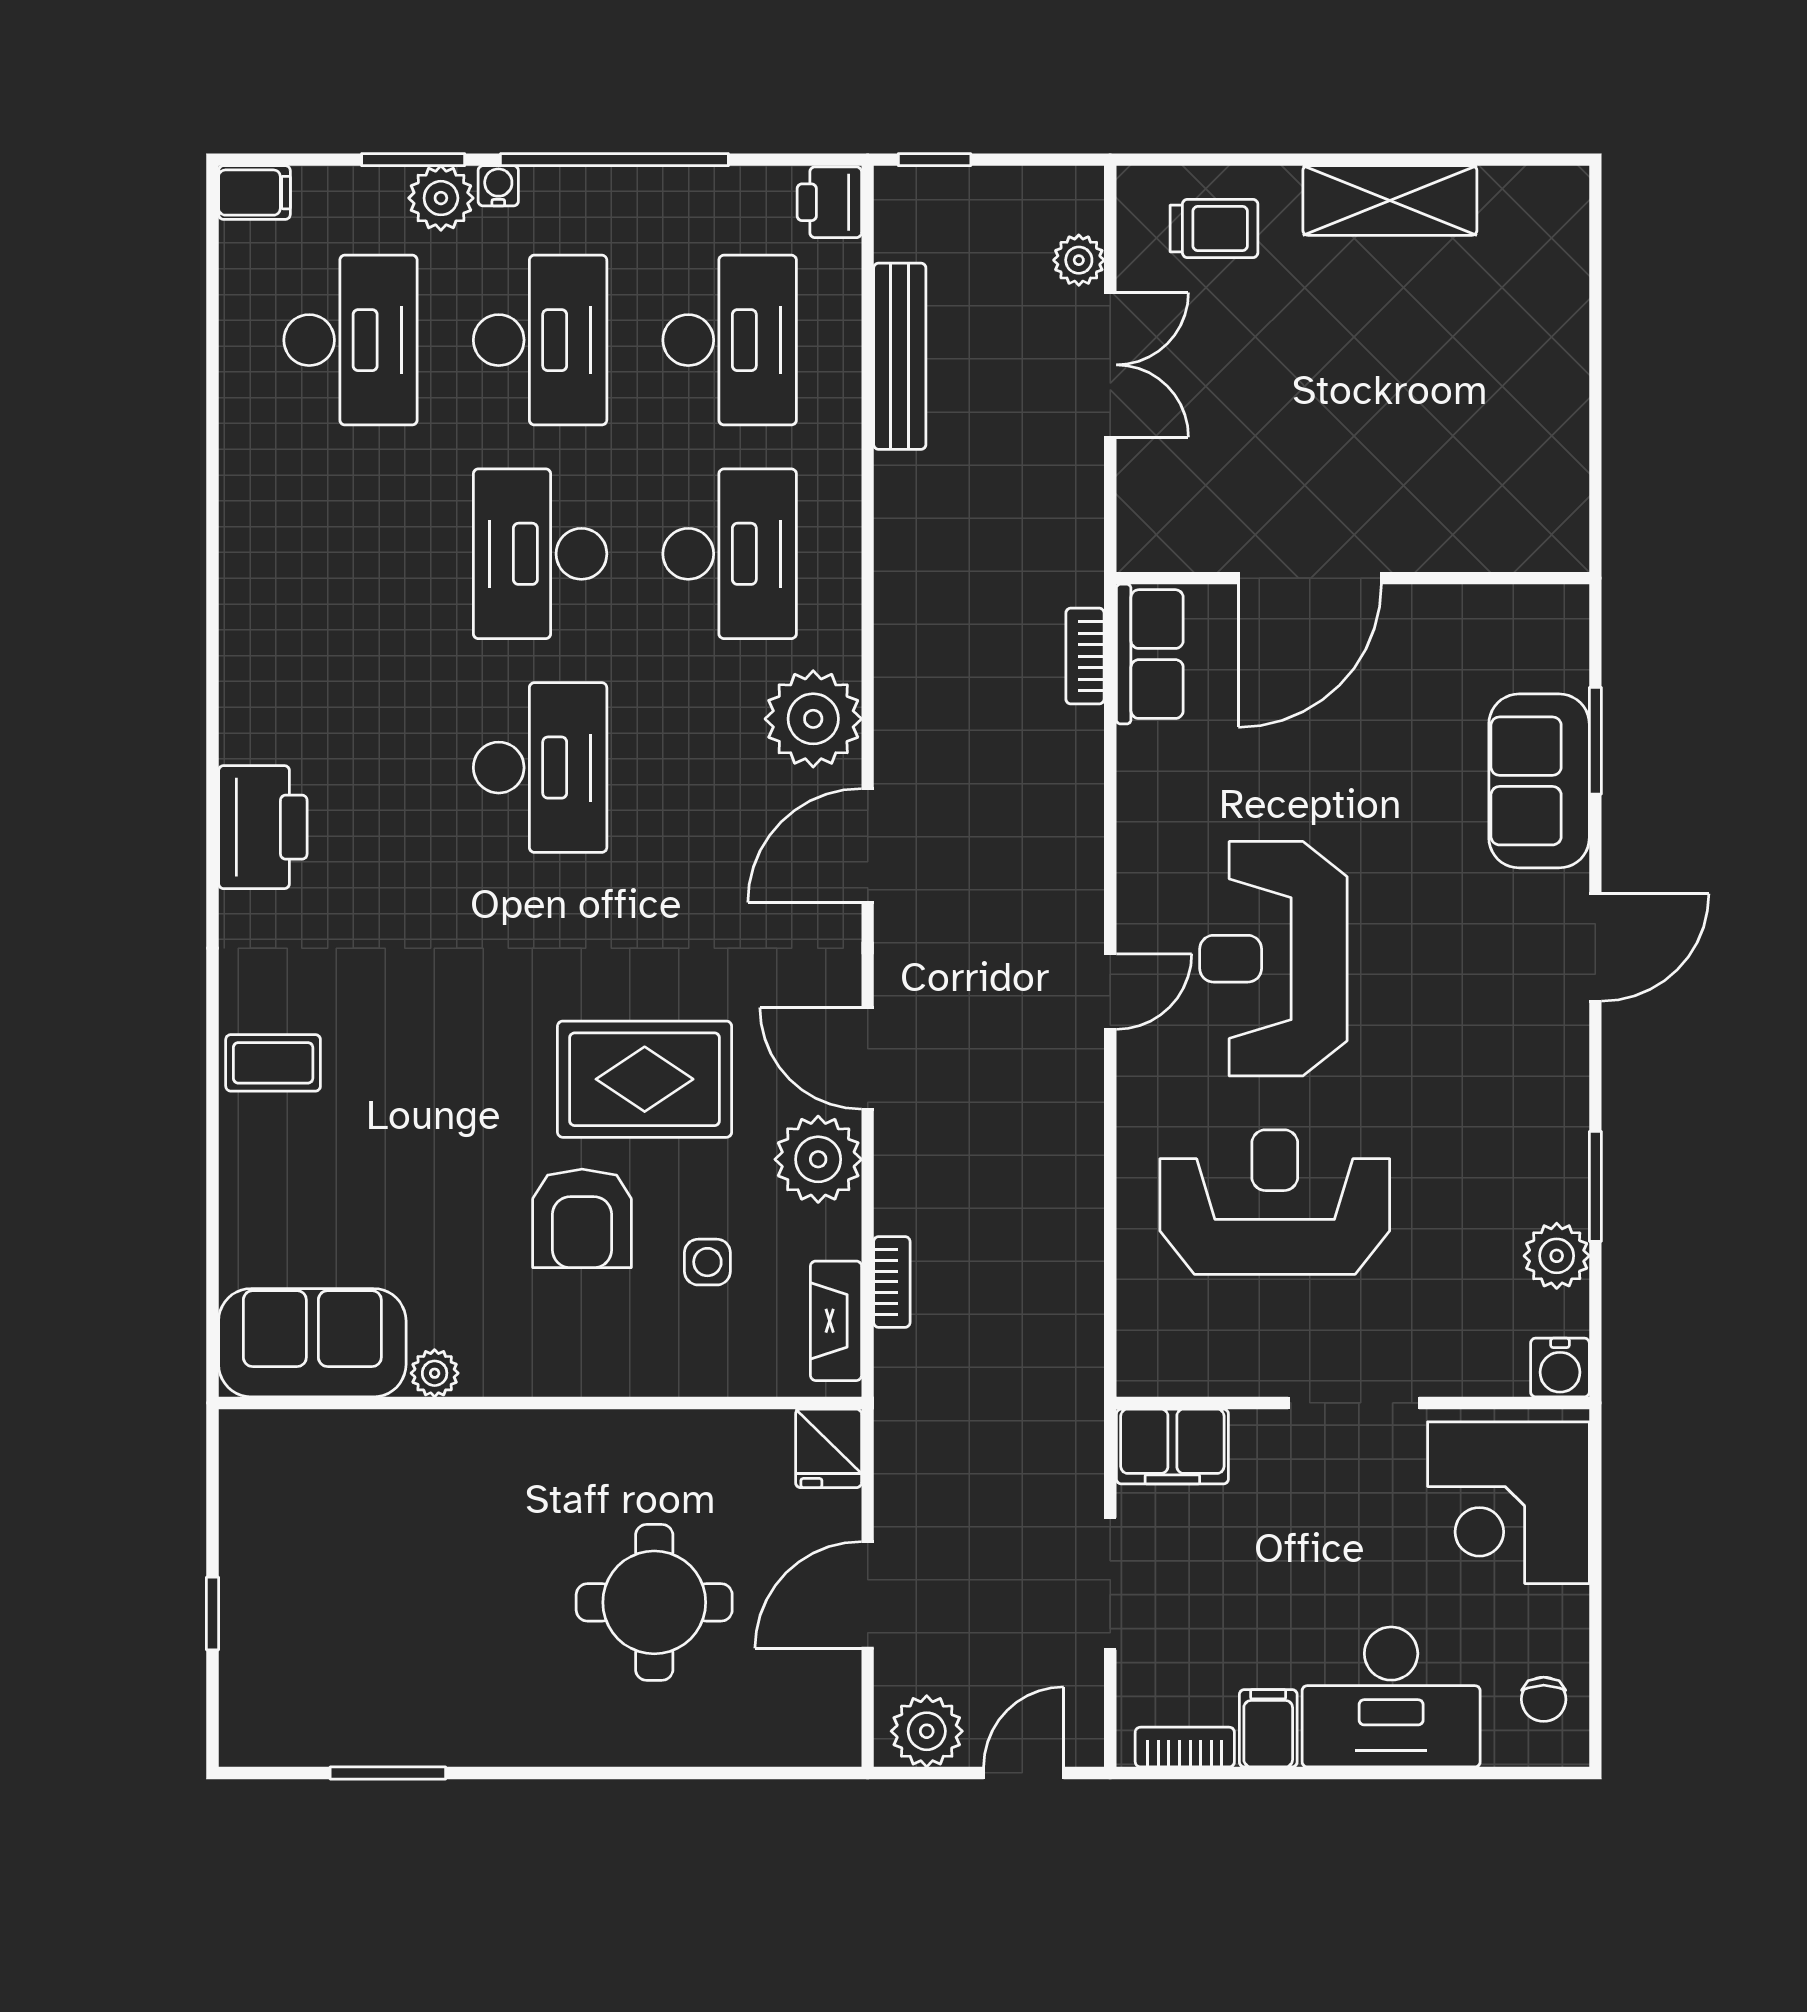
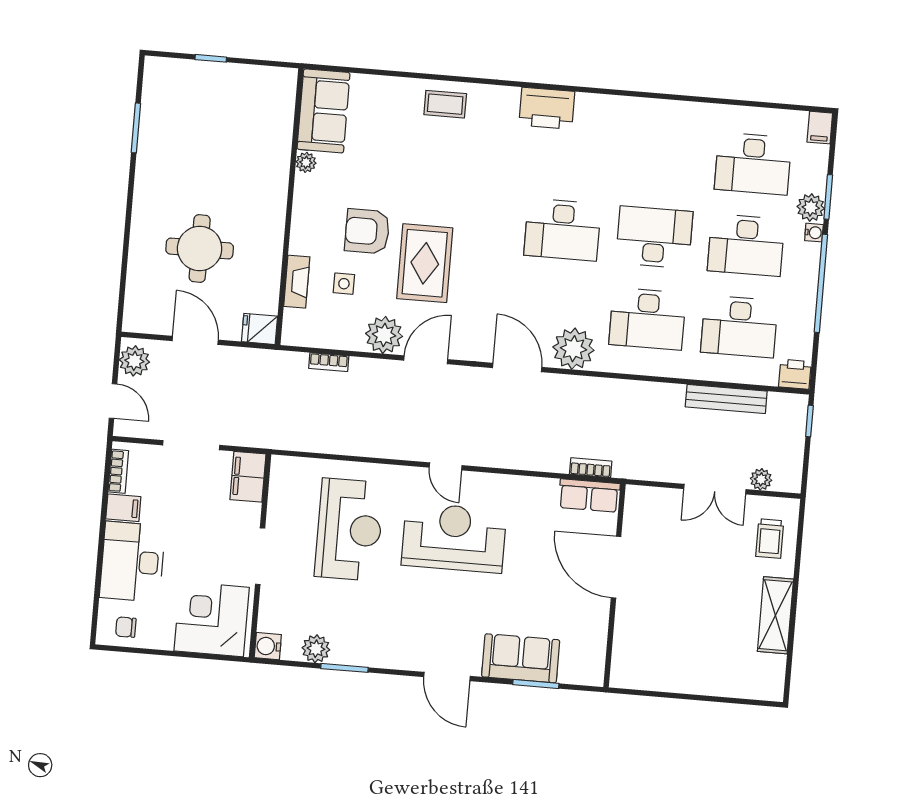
coffee table: (273, 1063) -> (445, 104), turned 90
fireplace: (836, 1321) -> (297, 282), moved, turned 90

